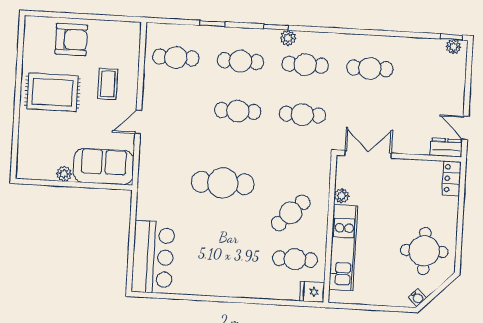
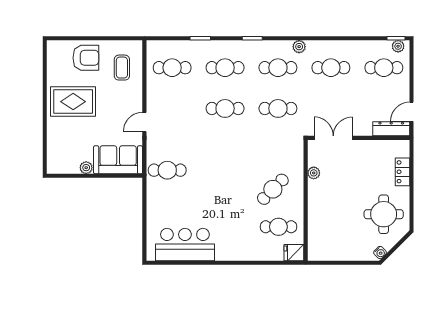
plant: (288, 38) -> (299, 47), moved
cafe table: (435, 72) -> (384, 68), added
coffee table: (108, 84) -> (122, 68), moved
door: (465, 128) -> (412, 112), hinge flipped
dresser: (446, 148) -> (391, 129), width x1.44
locker: (452, 178) -> (403, 172), moved
cafe table: (223, 183) -> (167, 170), moved, width x0.73, depth x0.74
kitchen unit: (343, 247) -> (317, 215), removed
bar counter: (153, 257) -> (185, 245), moved, turned -90

